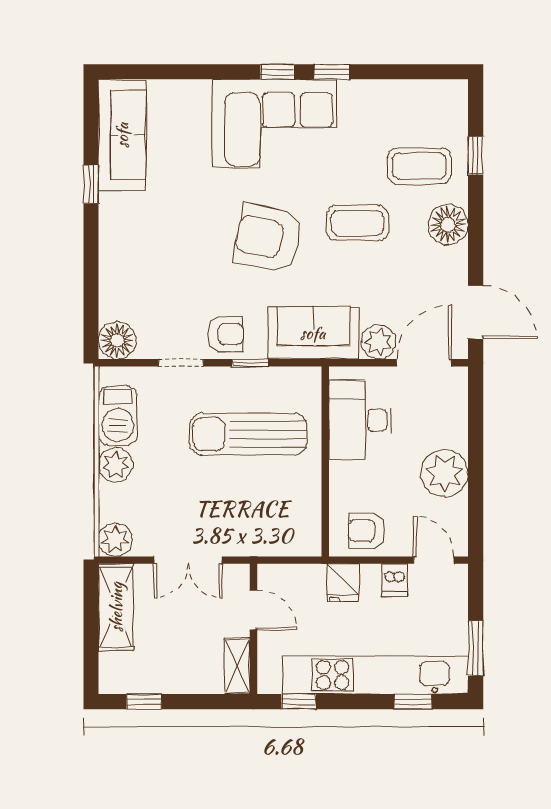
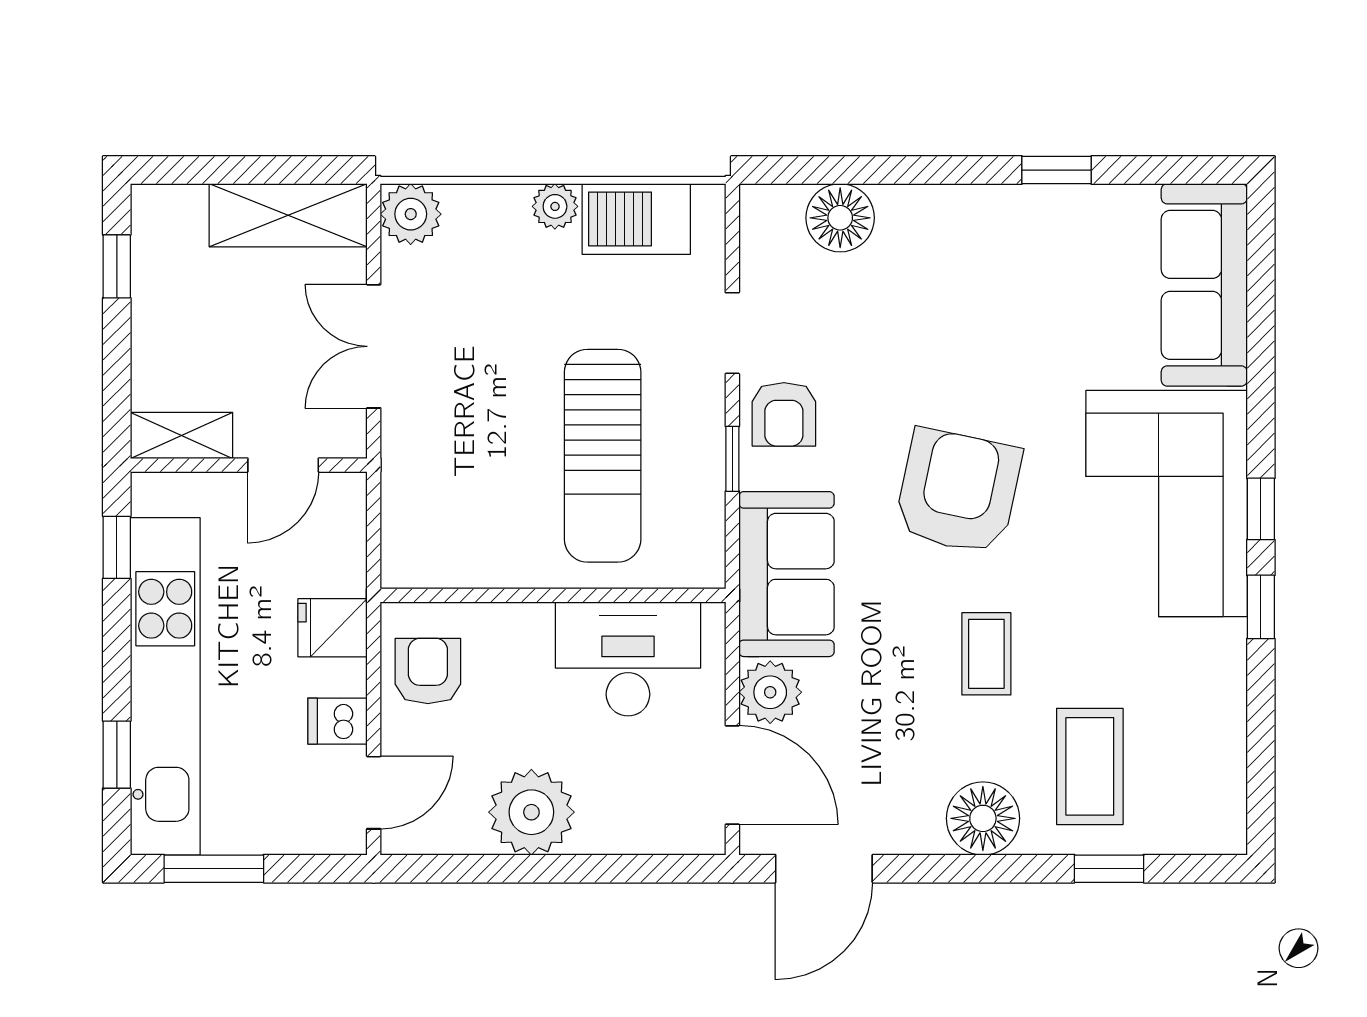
sofa: (122, 135) -> (1204, 285), moved, turned 90
coffee table: (357, 223) -> (986, 654), width x0.73, depth x0.77
floor lamp: (117, 340) -> (840, 218), moved
sun lounger: (248, 434) -> (603, 456), turned 180
plant: (116, 465) -> (555, 206), width x0.73, depth x0.73

